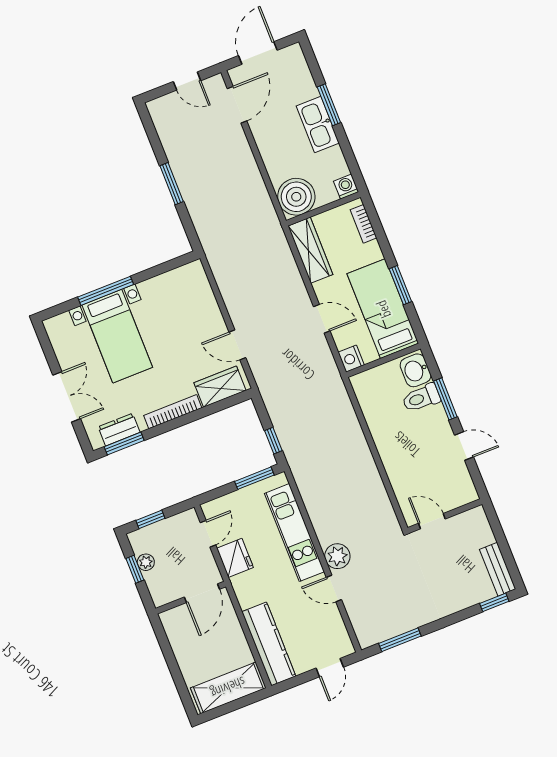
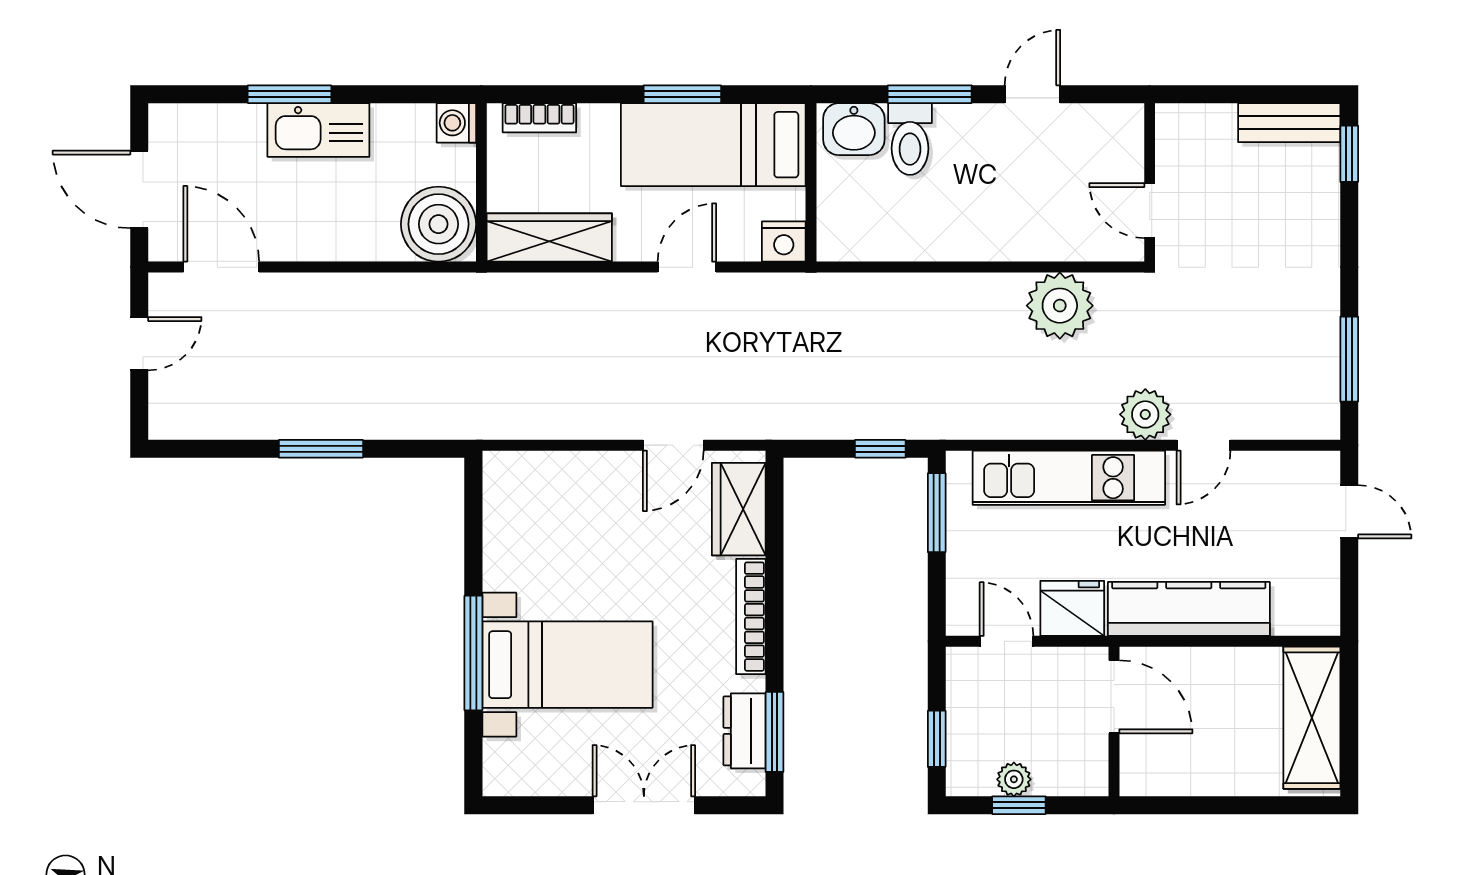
plant: (372, 497) -> (1060, 306), added
door: (432, 521) -> (1150, 211), hinge flipped
kitchen counter: (269, 644) -> (1189, 609), moved

